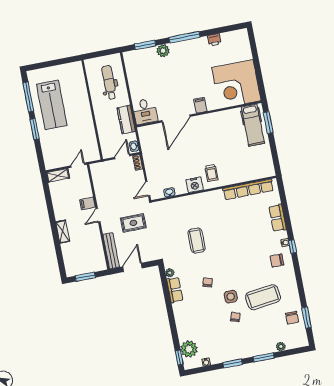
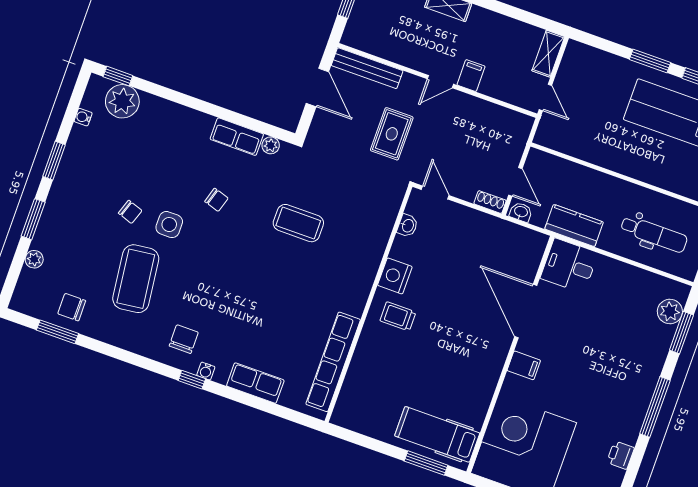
plant: (163, 51) -> (670, 312), moved
door: (98, 215) -> (440, 82), swing flipped

